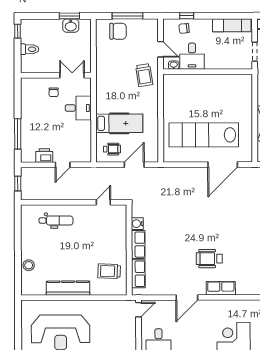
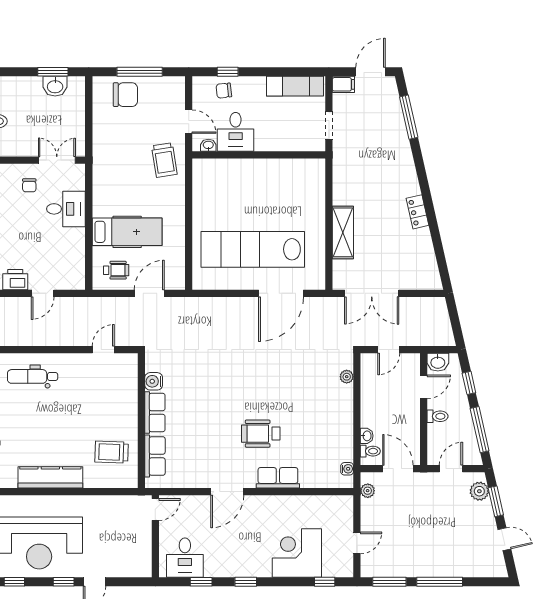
dental chair: (56, 221) -> (33, 376), turned 180

